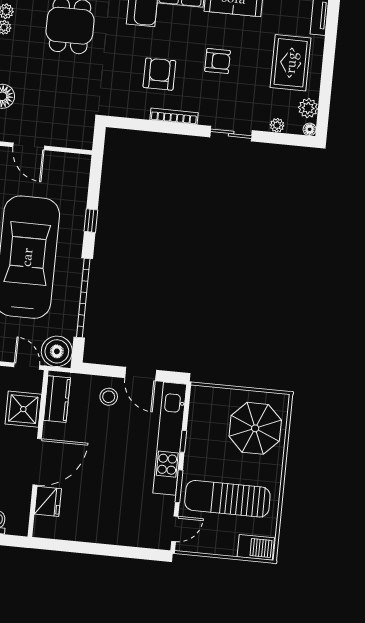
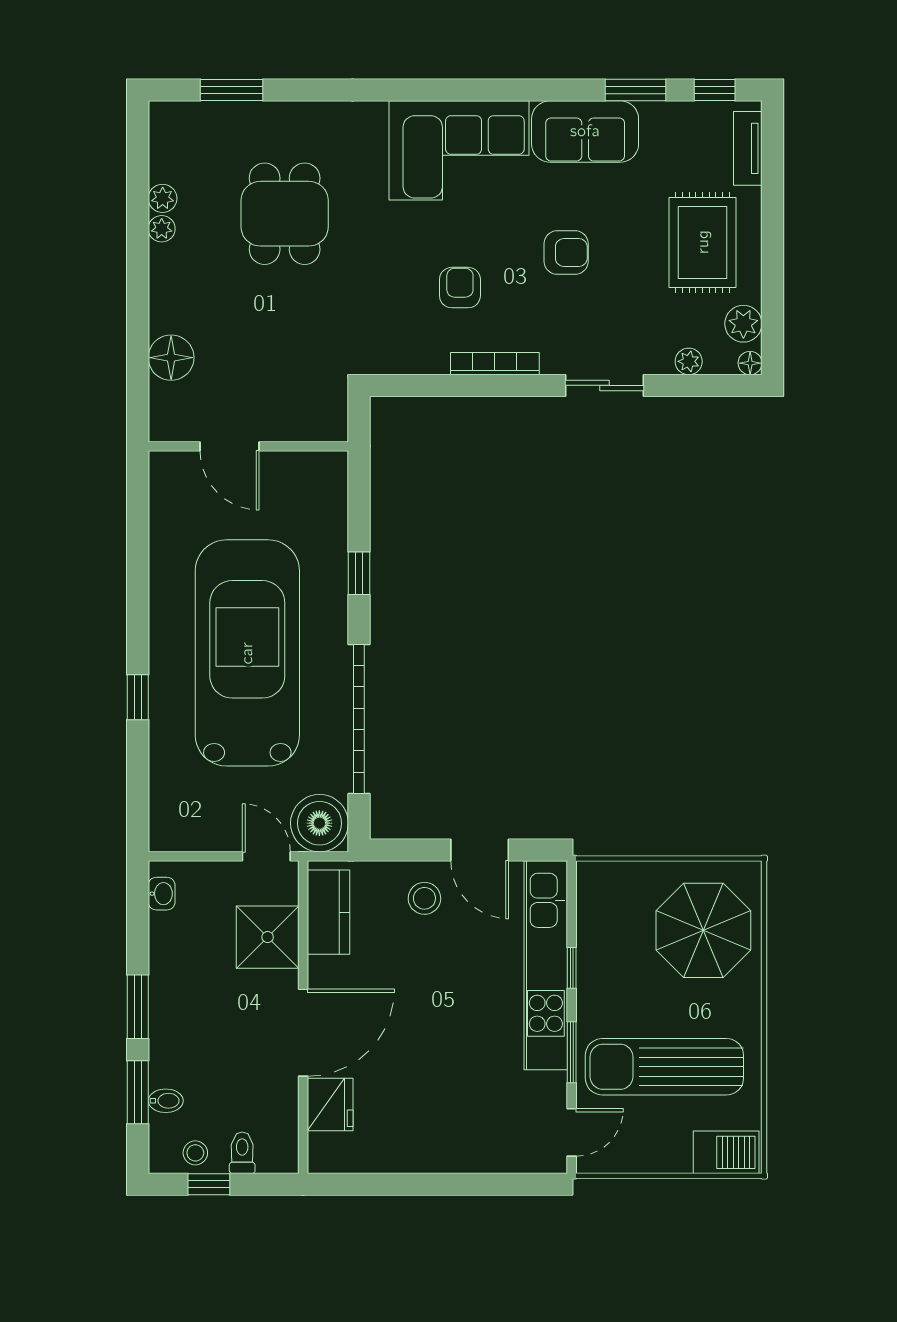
armchair: (159, 74) -> (460, 288), width x0.72, depth x0.72

